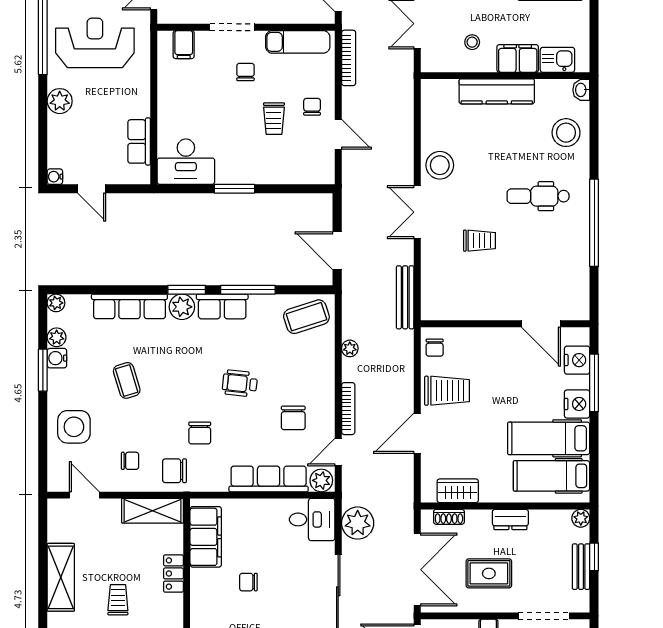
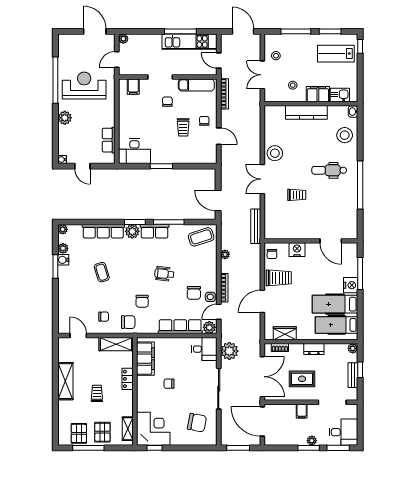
nightstand: (577, 360) -> (297, 250), moved, turned -90
side table: (74, 427) -> (210, 297), moved, width x0.54, depth x0.54
chair: (175, 471) -> (128, 322), turned 180

